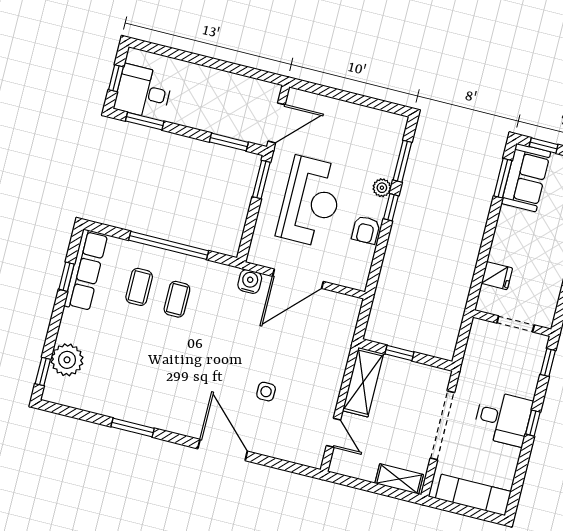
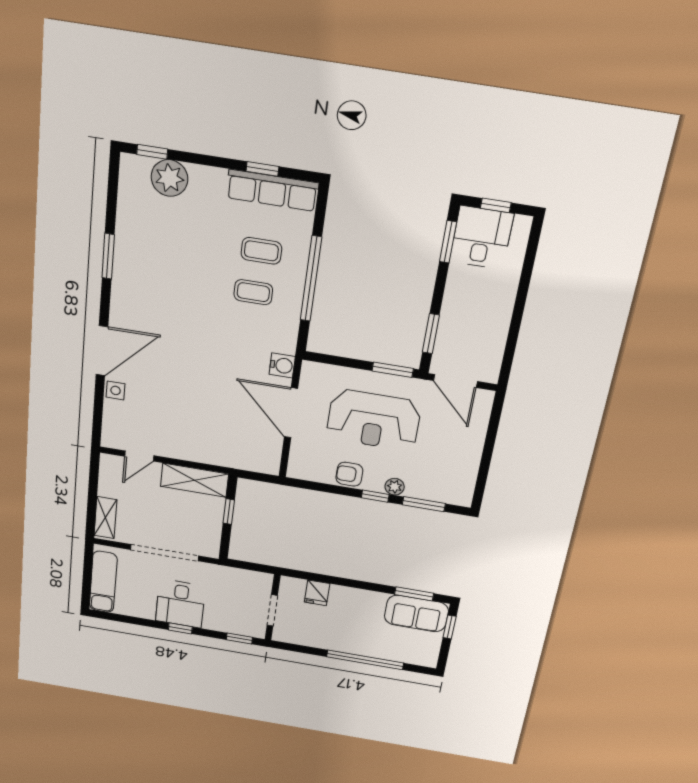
side table: (266, 392) -> (116, 390), moved

